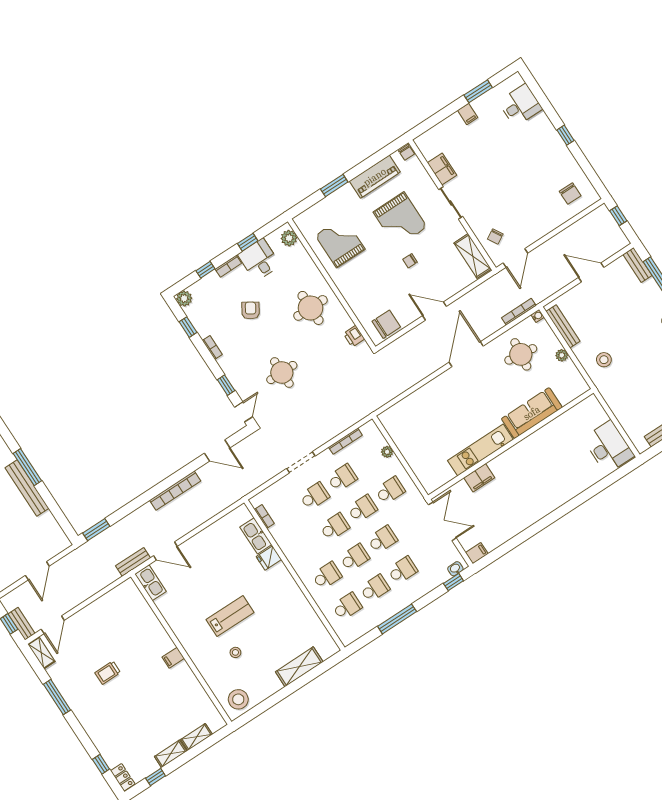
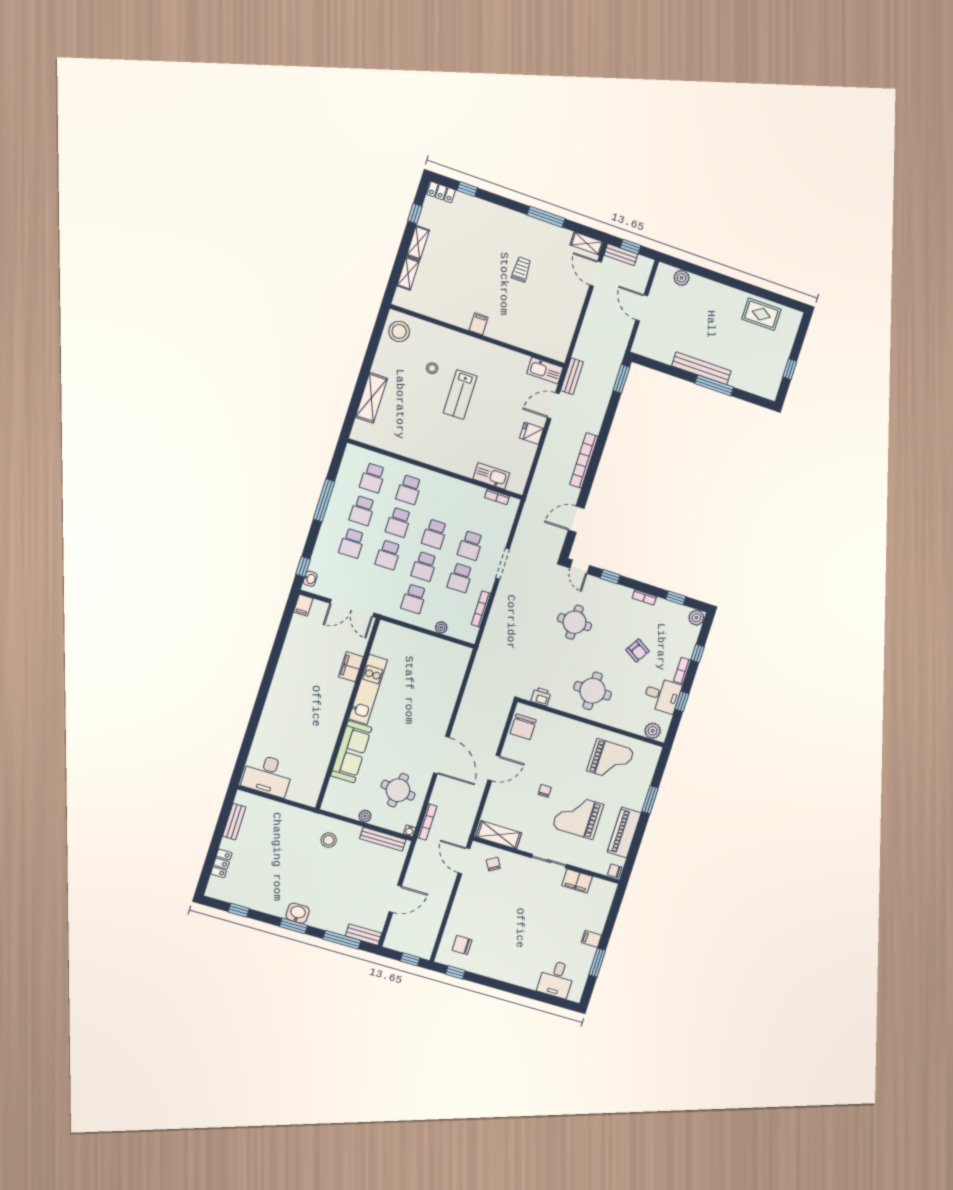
window: (566, 135) -> (455, 972), moved
fridge: (269, 558) -> (532, 433), moved, turned -90

